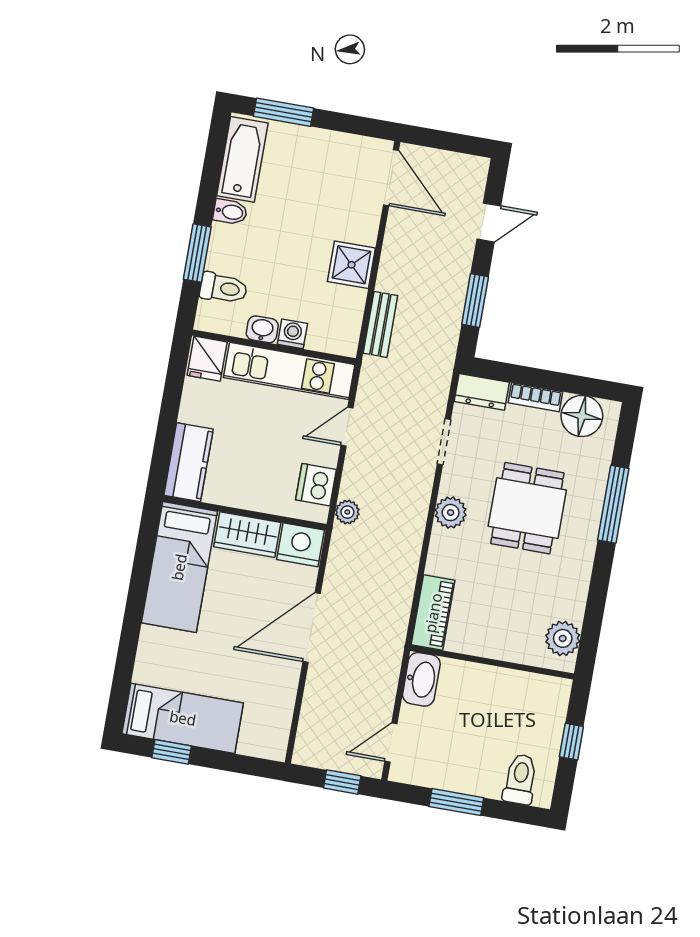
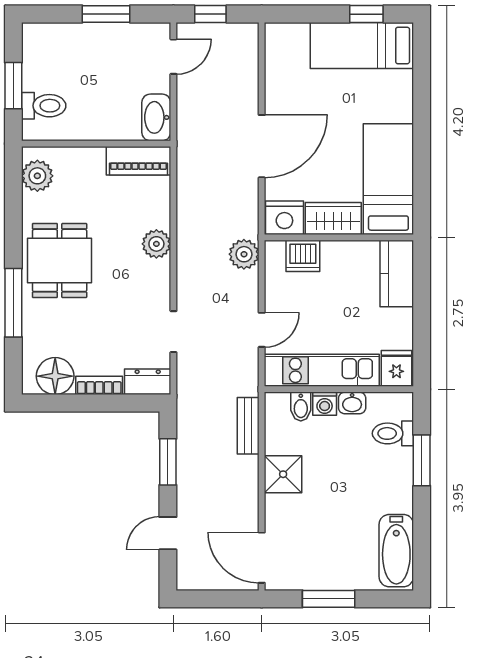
window: (284, 112) -> (329, 599), moved
bidet: (230, 212) -> (301, 407), moved, turned -90
dishwasher: (316, 485) -> (303, 256), moved, turned 90
dining table: (527, 508) -> (60, 260), moved
plant: (347, 512) -> (244, 254), width x1.38, depth x1.38
plant: (451, 513) -> (156, 244), moved
piano: (433, 613) -> (139, 161), moved, turned -90
window: (571, 742) -> (13, 86), width x1.50
toilet: (520, 779) -> (44, 106), moved, turned -90

